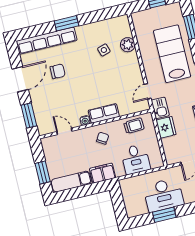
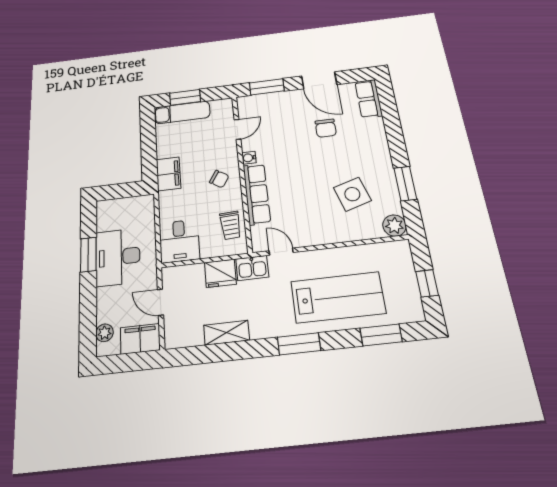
window: (66, 23) -> (405, 184), moved
row of seats: (47, 41) -> (369, 99), width x0.50
plant: (128, 45) -> (394, 226), moved
side table: (104, 50) -> (352, 194), width x1.87, depth x1.87
row of seats: (104, 113) -> (257, 194), width x1.48
desk: (135, 159) -> (179, 241), moved, turned -90
exam couch: (71, 182) -> (182, 112), moved, turned 90

